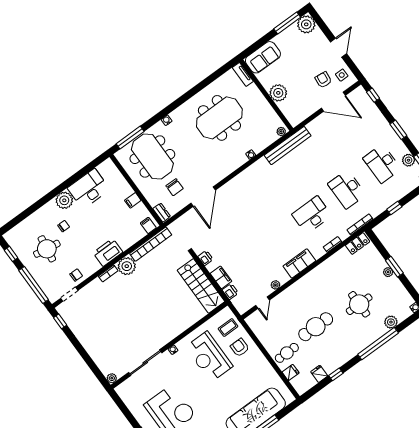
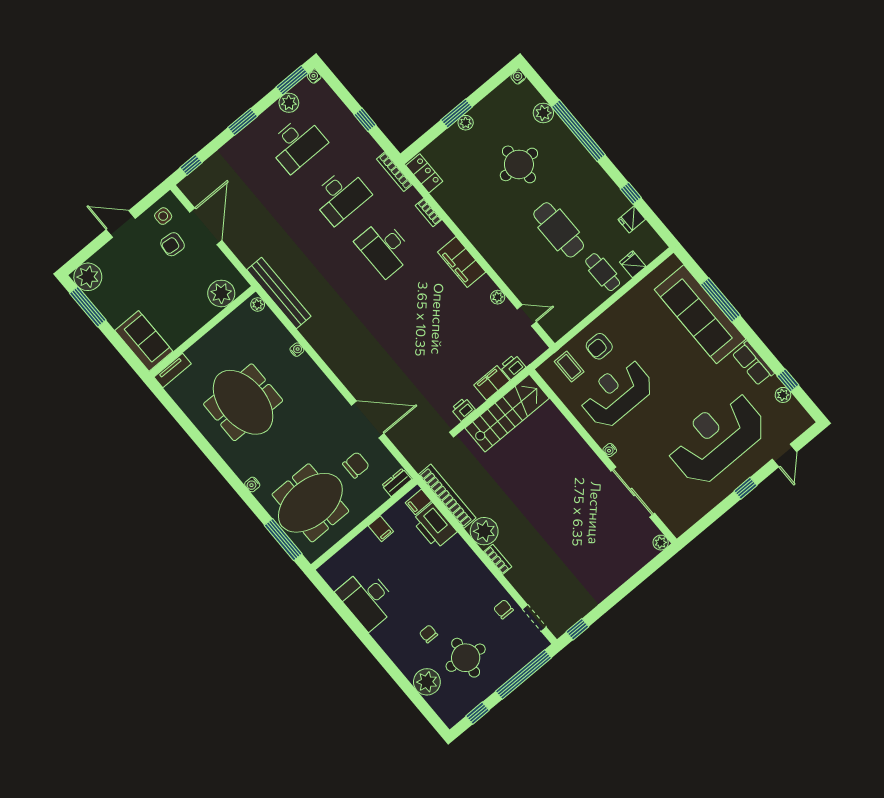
plant: (278, 93) -> (221, 293), moved
plant: (64, 200) -> (427, 682), moved
printer: (108, 252) -> (434, 526), moved
reception desk: (209, 357) -> (617, 393), turned 180

